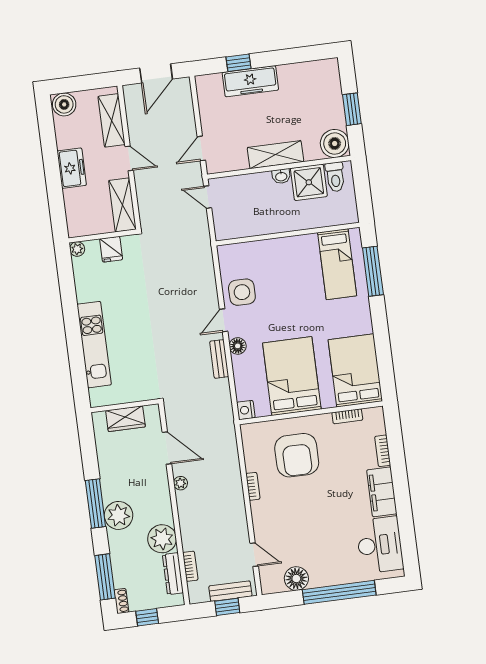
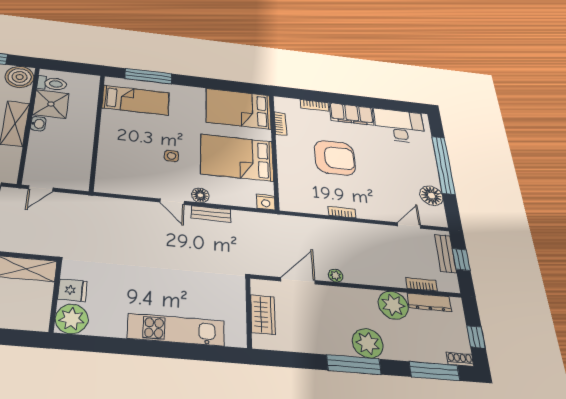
plant: (77, 249) -> (72, 319), width x1.87, depth x1.87
side table: (242, 292) -> (172, 156), moved, width x0.54, depth x0.54
armchair: (297, 455) -> (335, 158), moved

